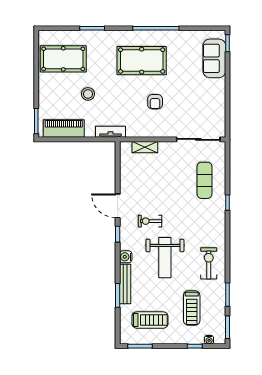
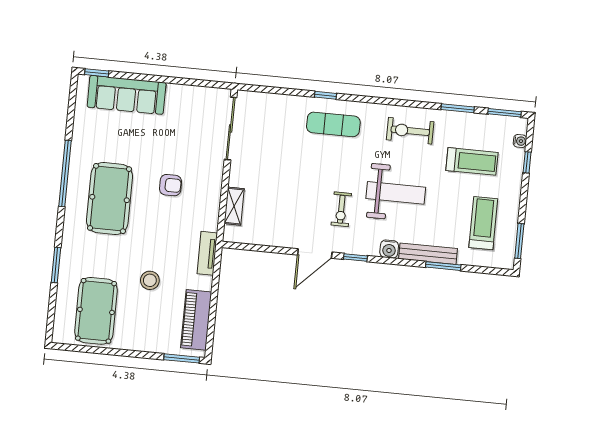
sofa: (214, 58) -> (127, 95), width x1.36
exercise mat: (205, 180) -> (333, 124), moved

